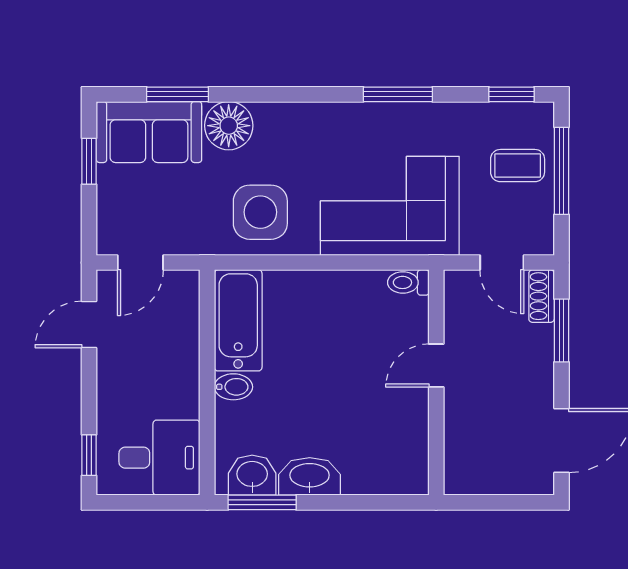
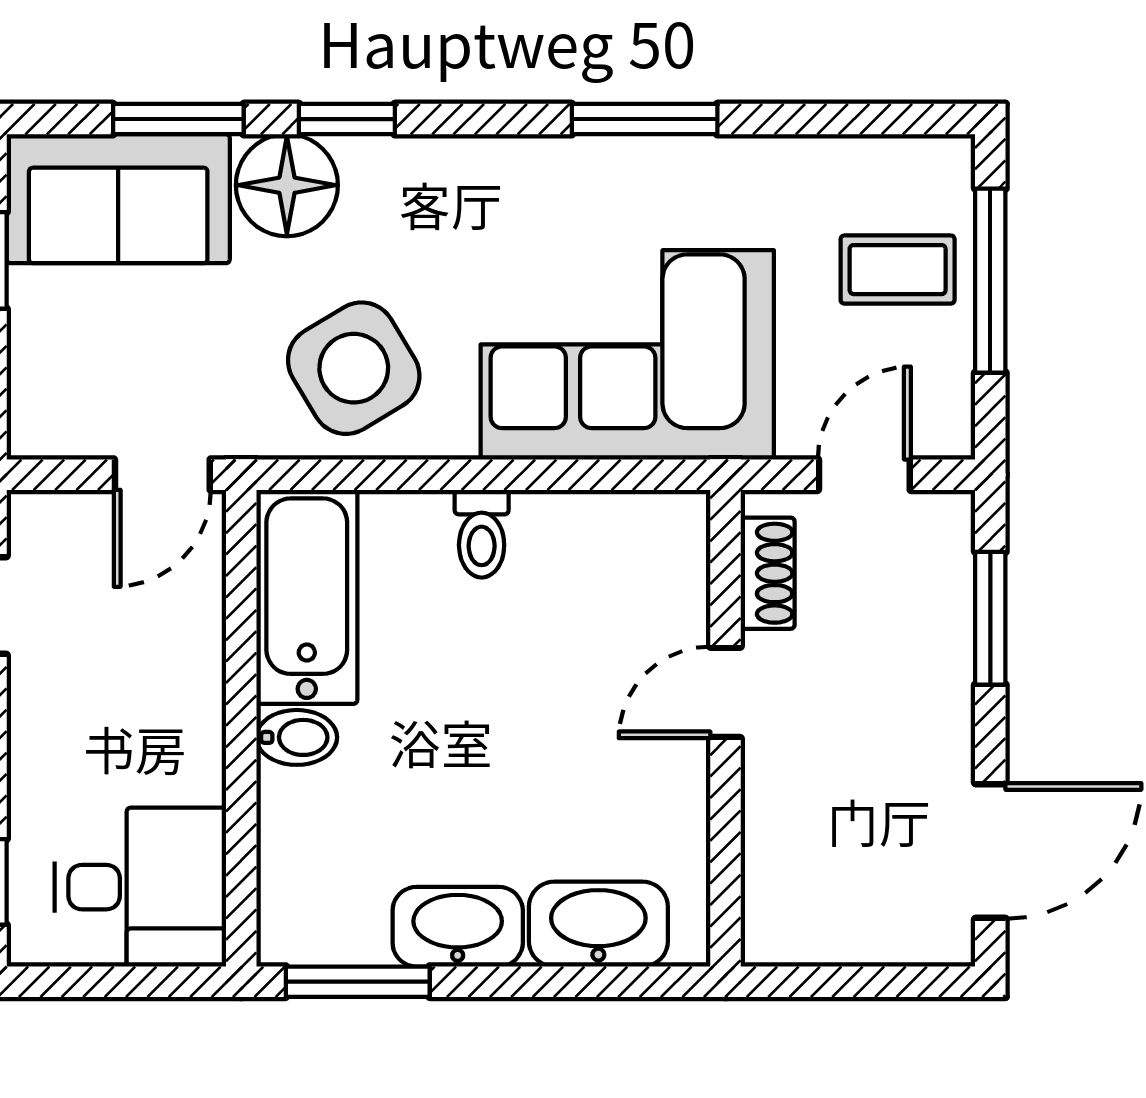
window: (511, 94) -> (347, 119), moved
side table: (260, 212) -> (354, 368), turned -31
door: (140, 263) -> (162, 475), moved
door: (502, 263) -> (864, 475), swing flipped
toilet: (408, 282) -> (482, 534), moved, turned -90
shoe rack: (542, 296) -> (768, 573), moved, turned 180
washbasin: (252, 475) -> (598, 924), moved, width x1.38

